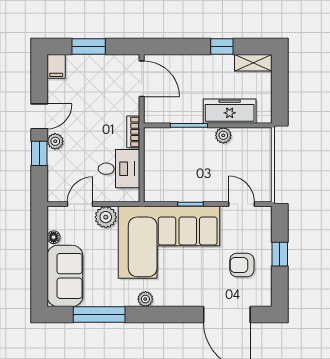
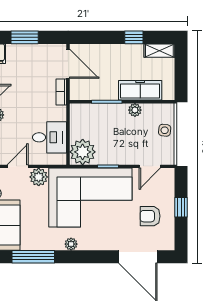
bookcase: (133, 132) -> (61, 92), moved
side table: (260, 160) -> (165, 130), added
plant: (159, 186) -> (83, 152), added
door: (241, 204) -> (150, 166), swing flipped

